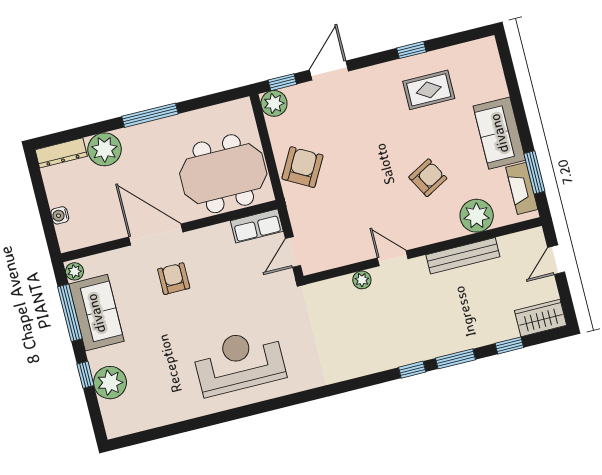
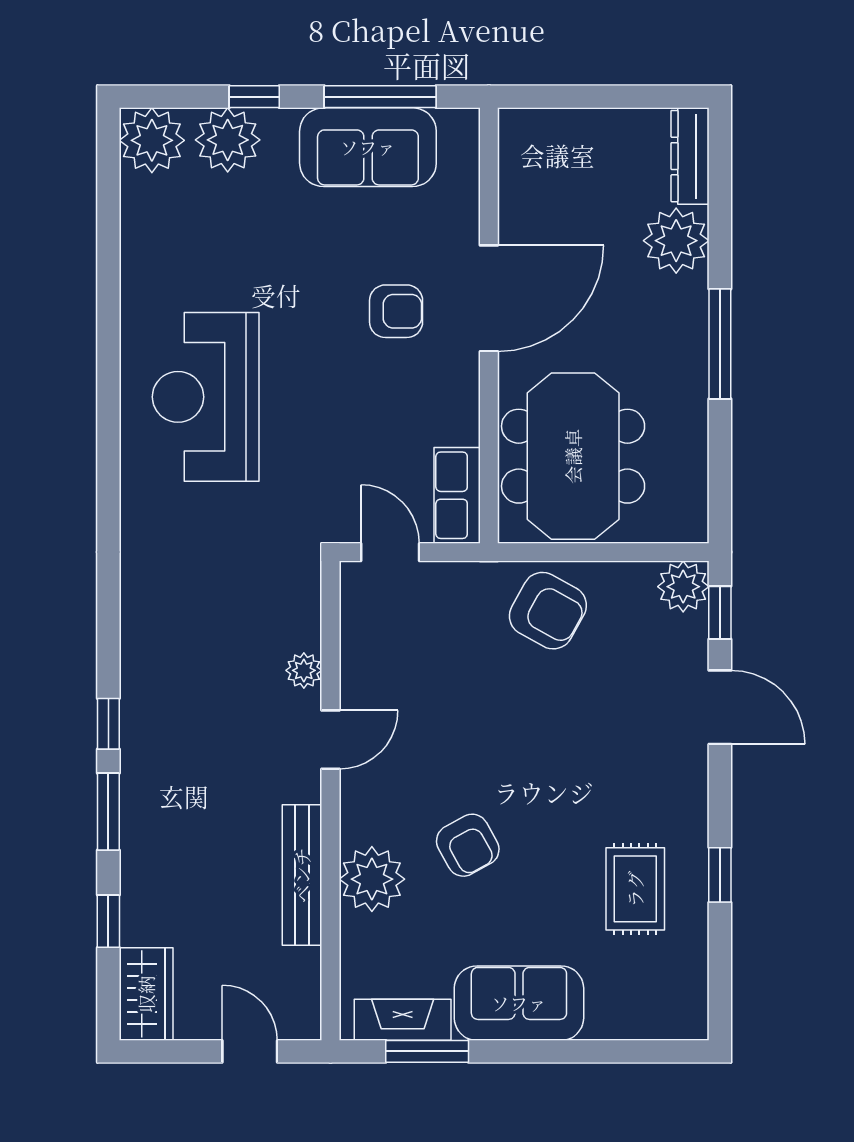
water cooler: (60, 215) -> (571, 124), removed
plant: (477, 216) -> (372, 879), moved
plant: (75, 271) -> (152, 140), moved, width x1.88, depth x1.88
reception desk: (239, 362) -> (206, 397), turned 180

